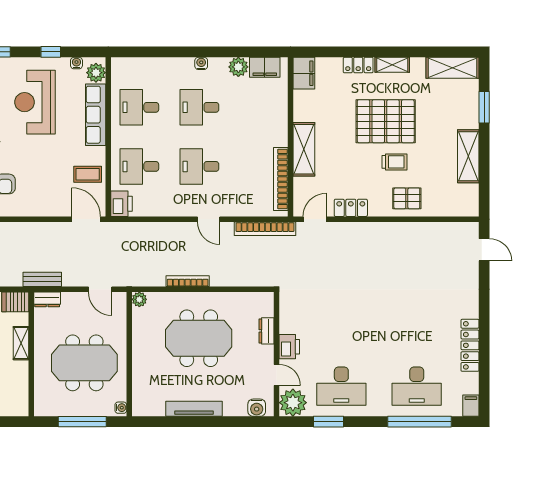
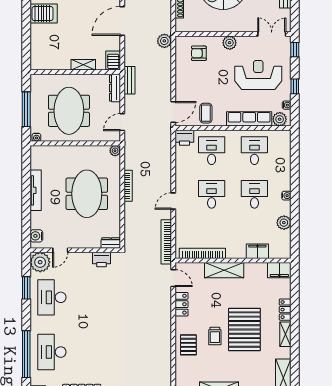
filing cabinet: (265, 67) -> (257, 251), moved, turned 90
dresser: (47, 299) -> (115, 88), width x1.44
dresser: (266, 331) -> (111, 243), moved
printer: (289, 347) -> (102, 260), moved

